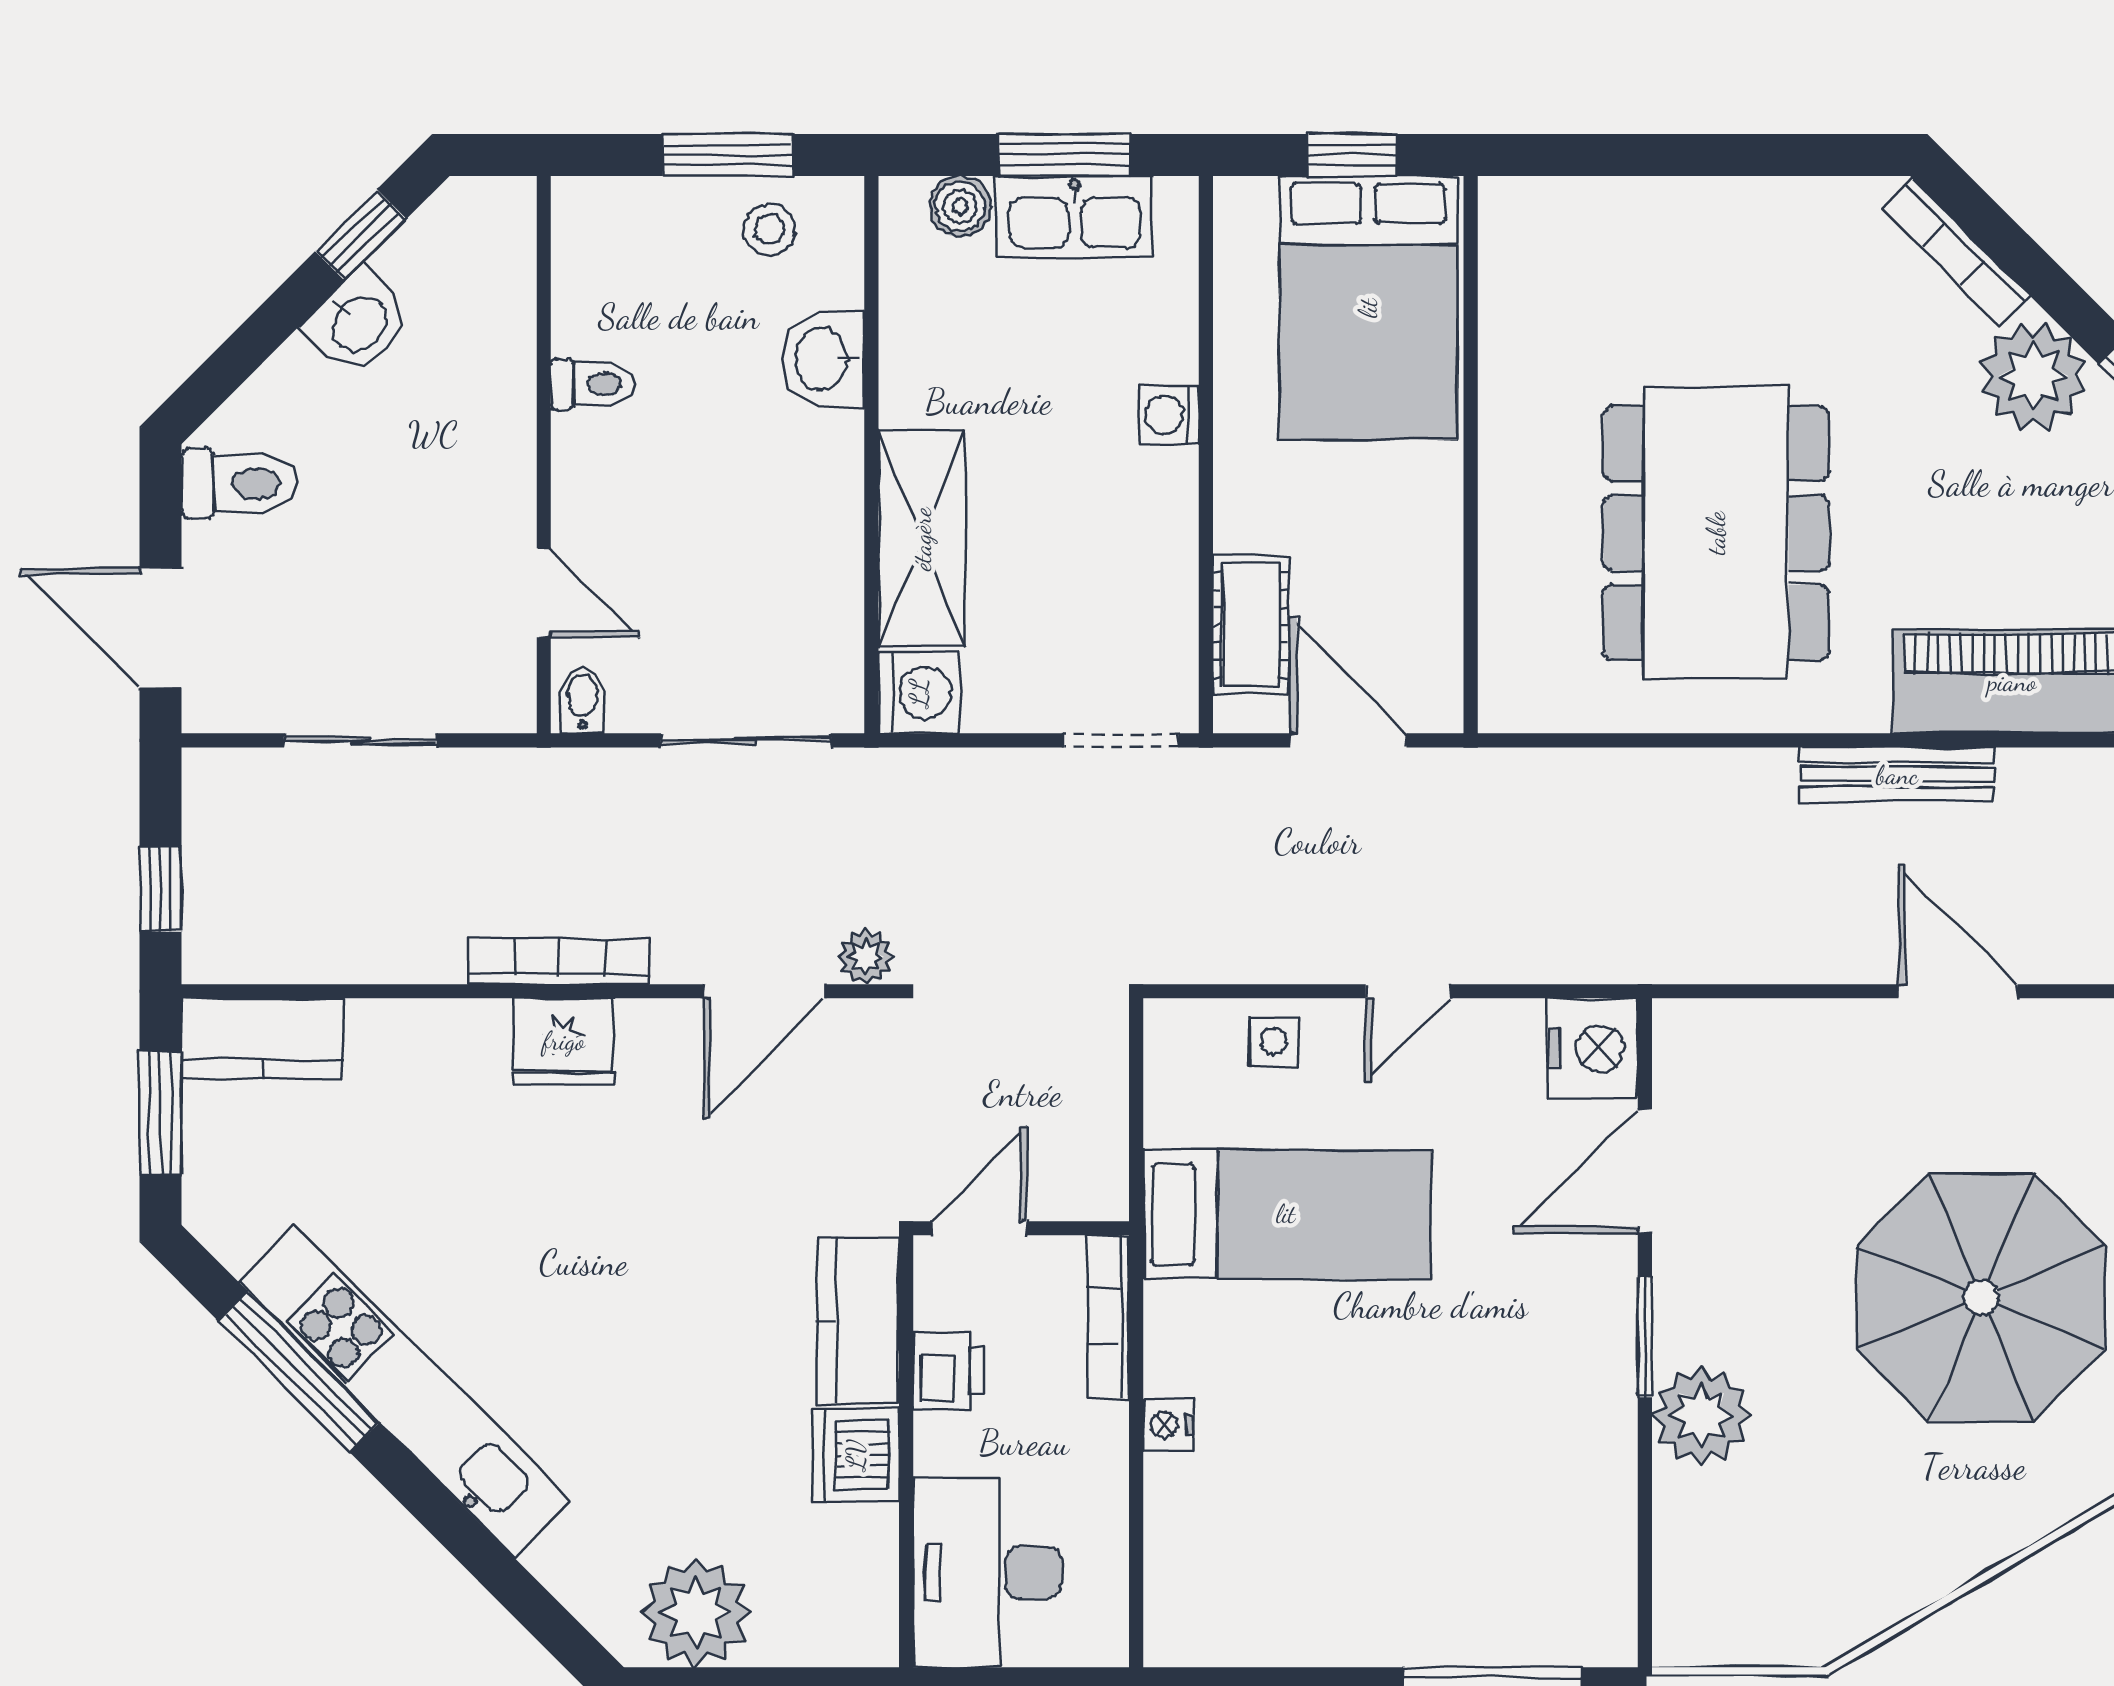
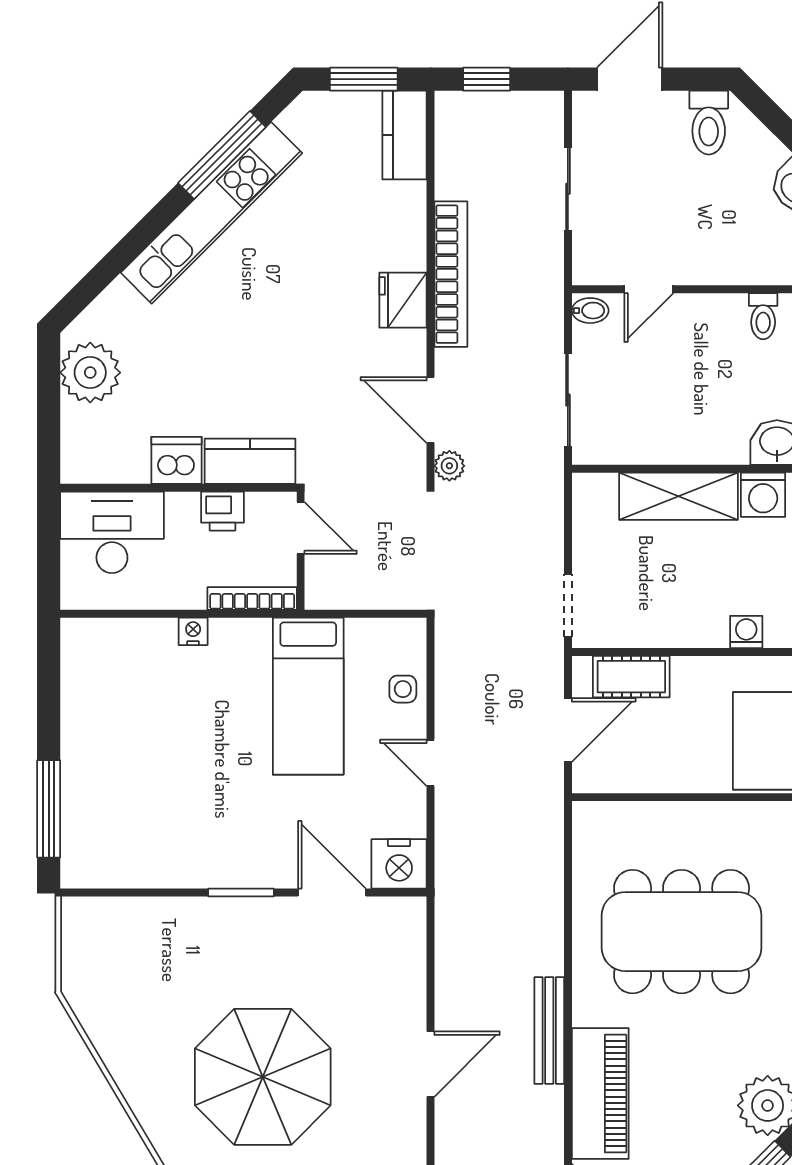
washing machine: (919, 693) -> (763, 495), moved
bookcase: (559, 961) -> (451, 274), width x1.48, depth x1.31
plant: (1701, 1416) -> (198, 924), removed

